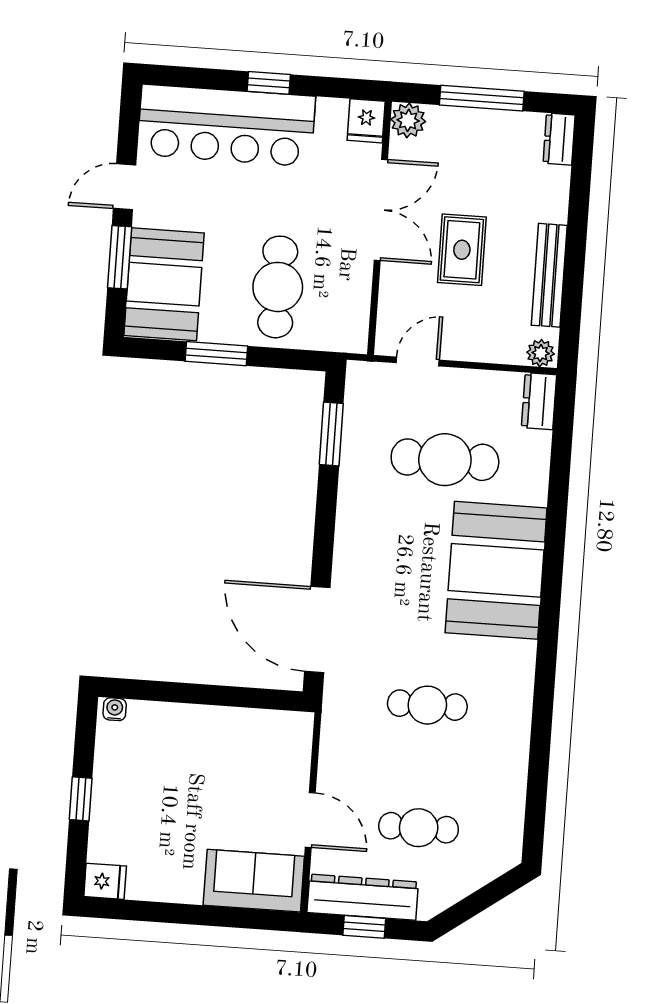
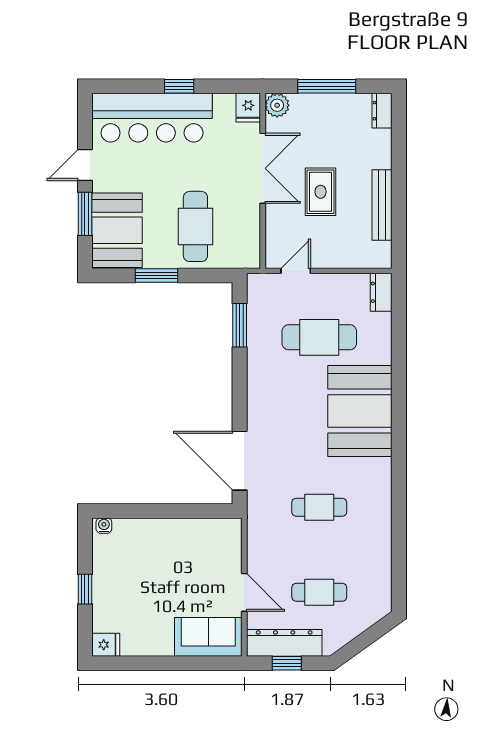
plant: (541, 353) -> (380, 259), removed

